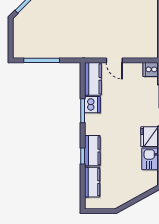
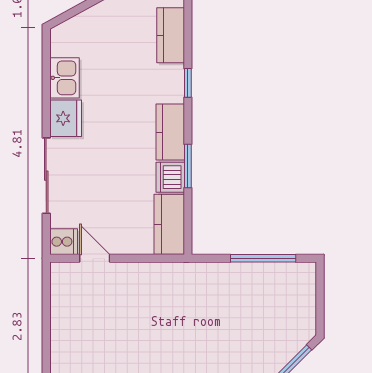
door: (114, 60) -> (95, 258), moved
kitchen counter: (92, 151) -> (170, 132), moved

